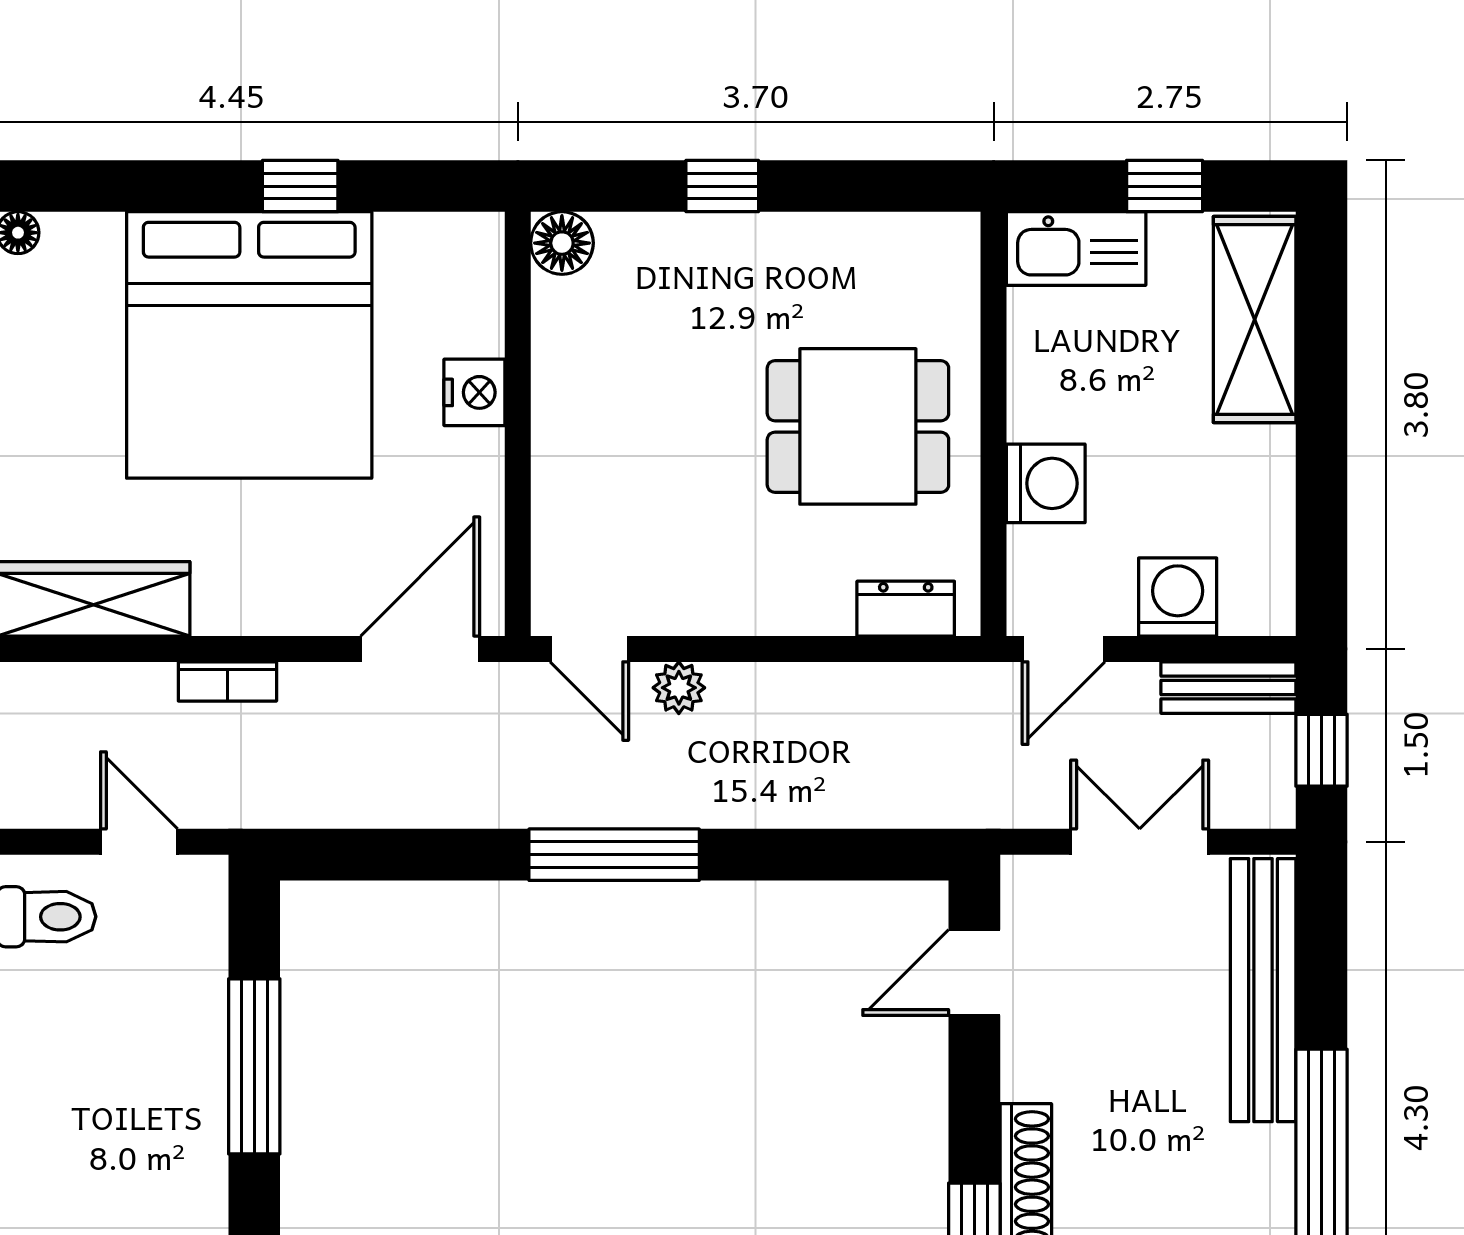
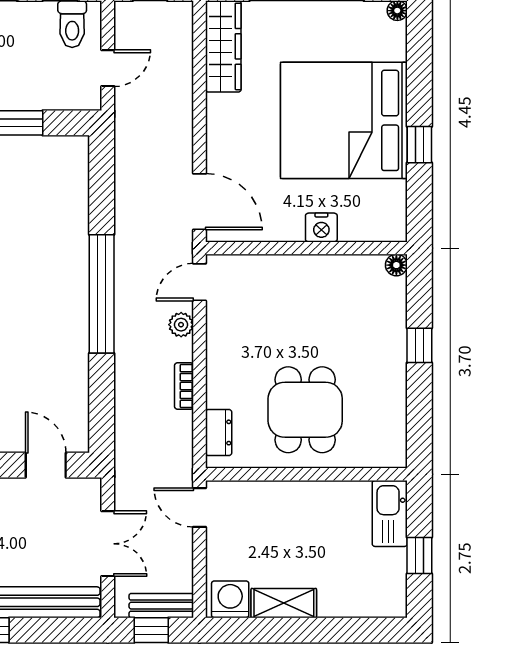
floor lamp: (562, 243) -> (396, 265), width x0.73, depth x0.73
shelving: (1255, 320) -> (284, 603), moved, width x0.67, depth x0.75
washing machine: (1046, 483) -> (278, 499), removed
washing machine: (1178, 597) -> (230, 599), moved, turned -90
bookcase: (227, 681) -> (184, 386), moved
bench: (1228, 688) -> (161, 606), moved, turned 90
window: (614, 855) -> (102, 294), width x1.46

